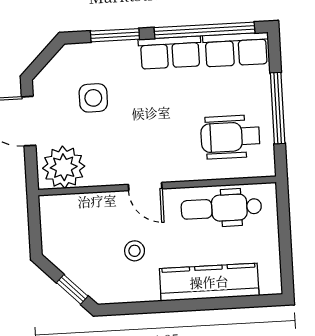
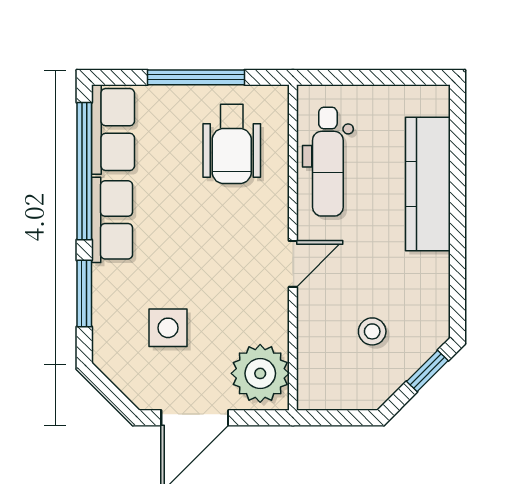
stool: (135, 251) -> (372, 331), moved

